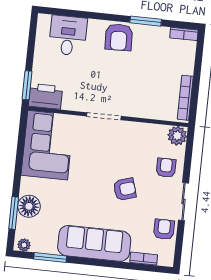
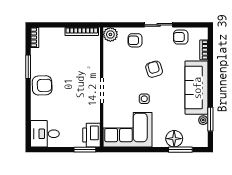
desk: (68, 36) -> (45, 134), moved
side table: (87, 172) -> (144, 99), added
plant: (24, 245) -> (203, 120), moved

